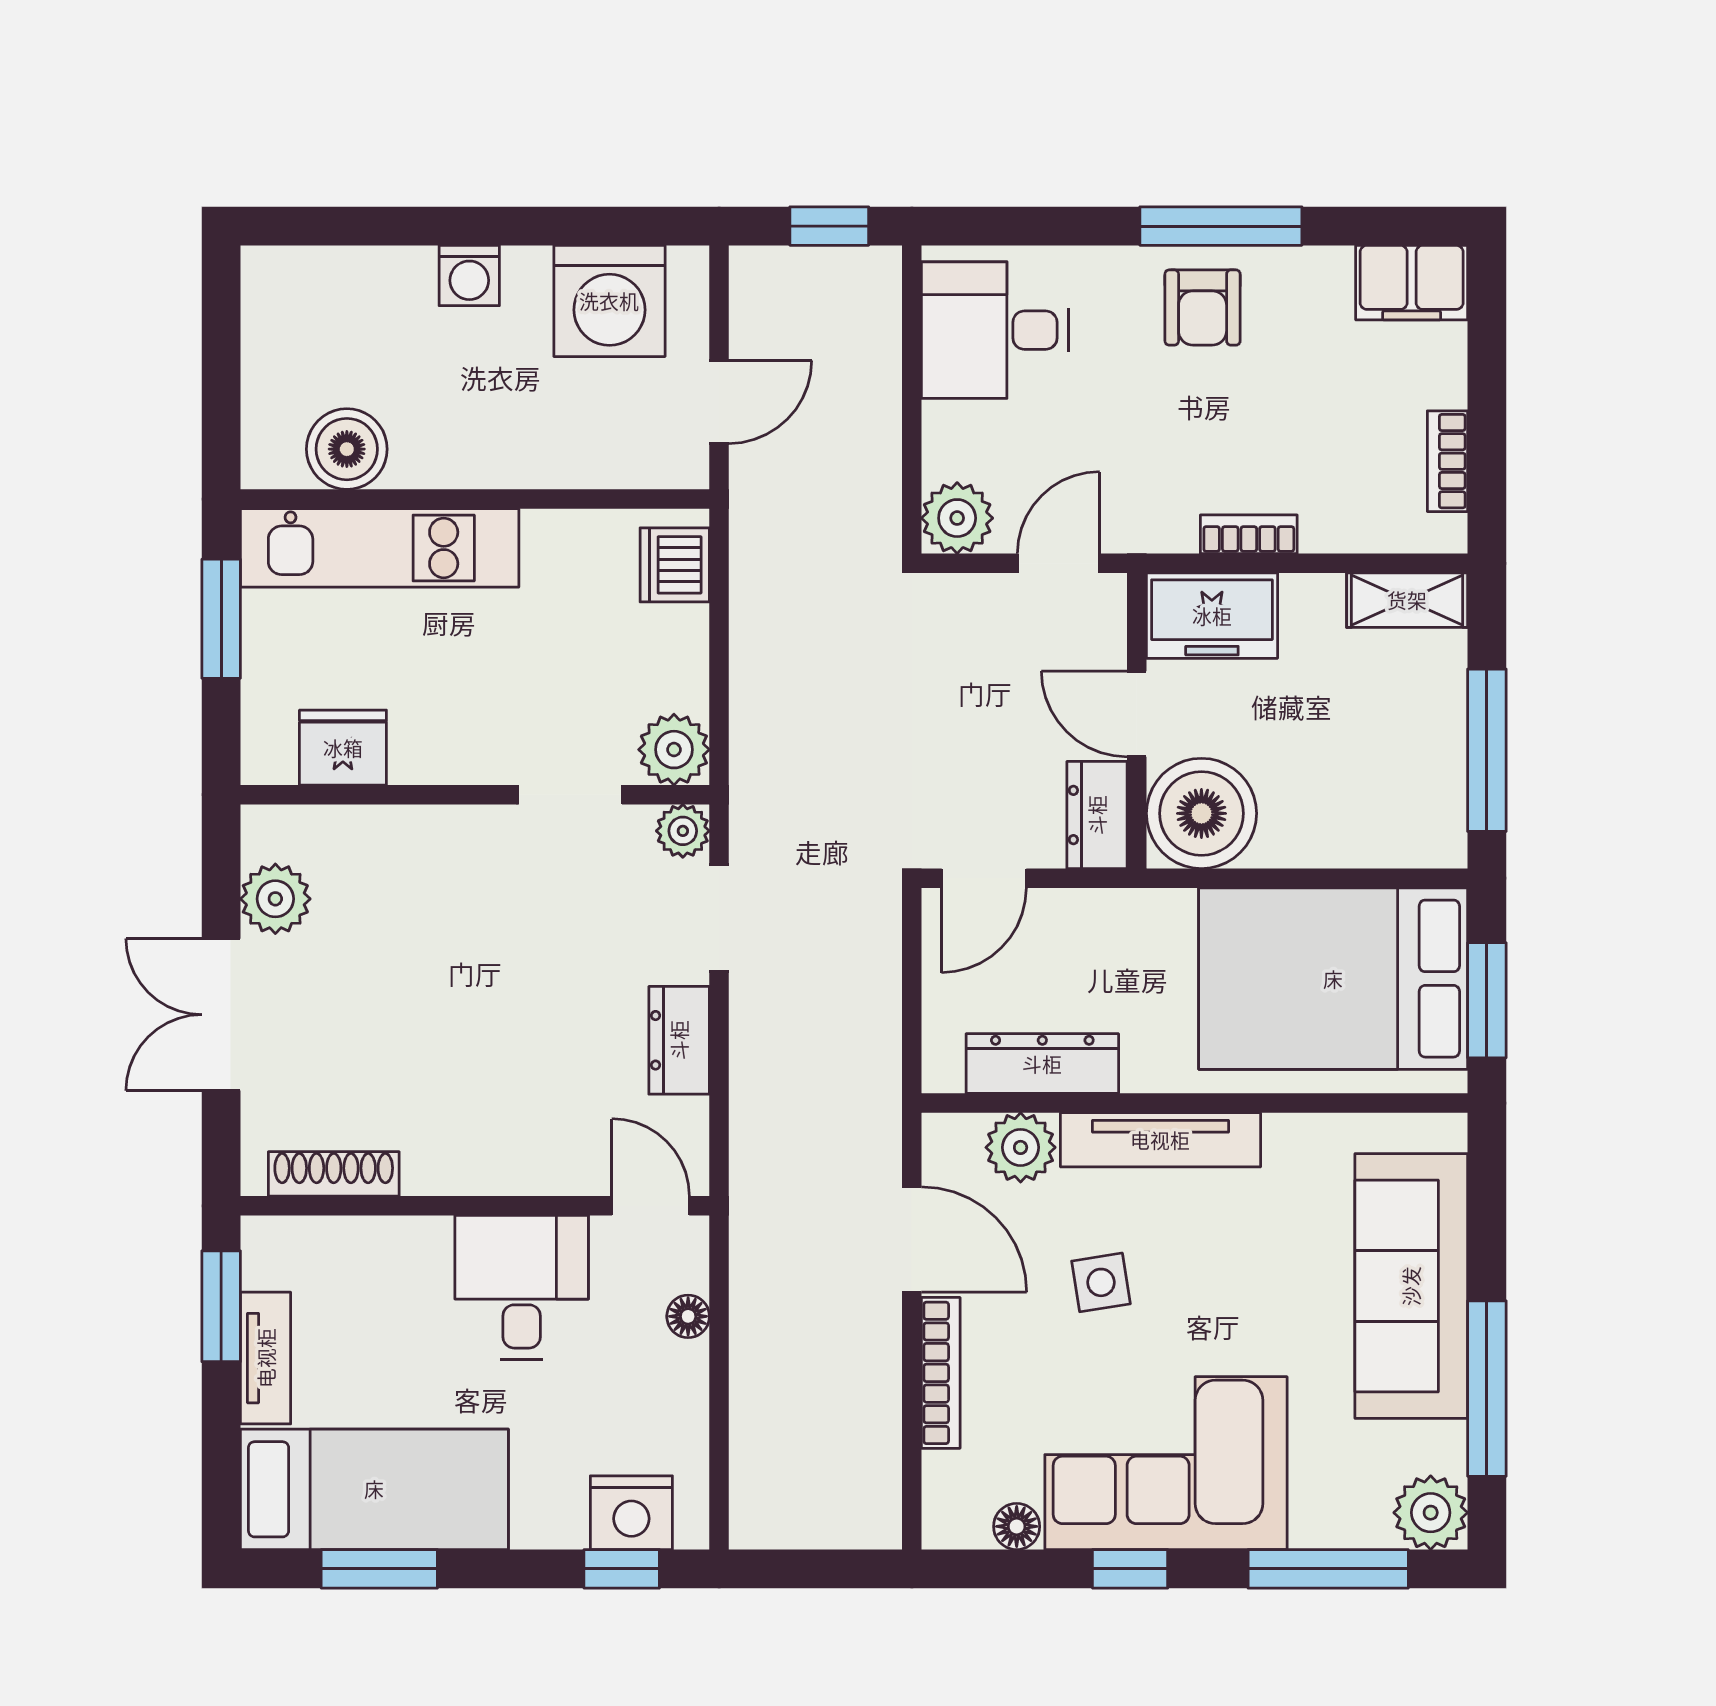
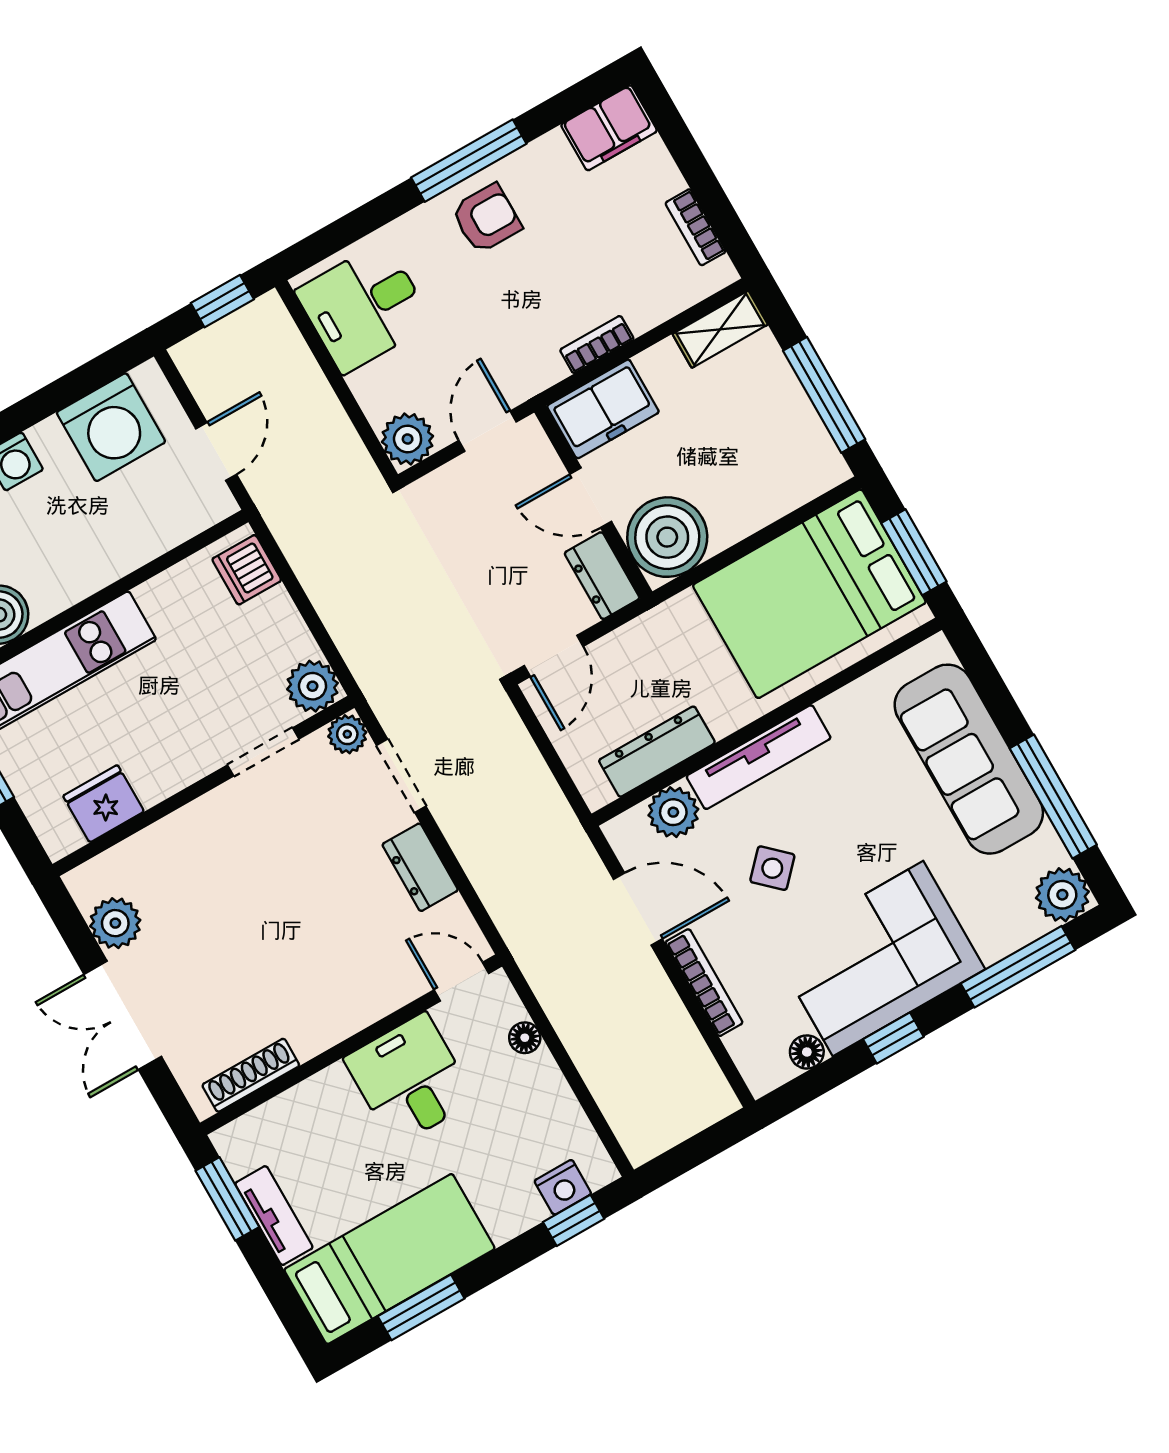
armchair: (1203, 308) -> (486, 218), turned -90
side table: (1101, 1282) -> (772, 868), turned -38
nightstand: (631, 1513) -> (563, 1187), width x0.74, depth x0.75

